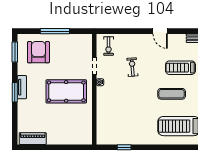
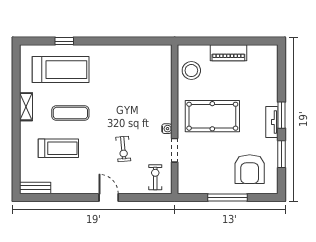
door: (160, 31) -> (109, 197), moved
window: (15, 52) -> (281, 154), moved
stool: (82, 125) -> (191, 71), added
piano: (33, 139) -> (228, 53), moved
window: (124, 147) -> (64, 41), moved

